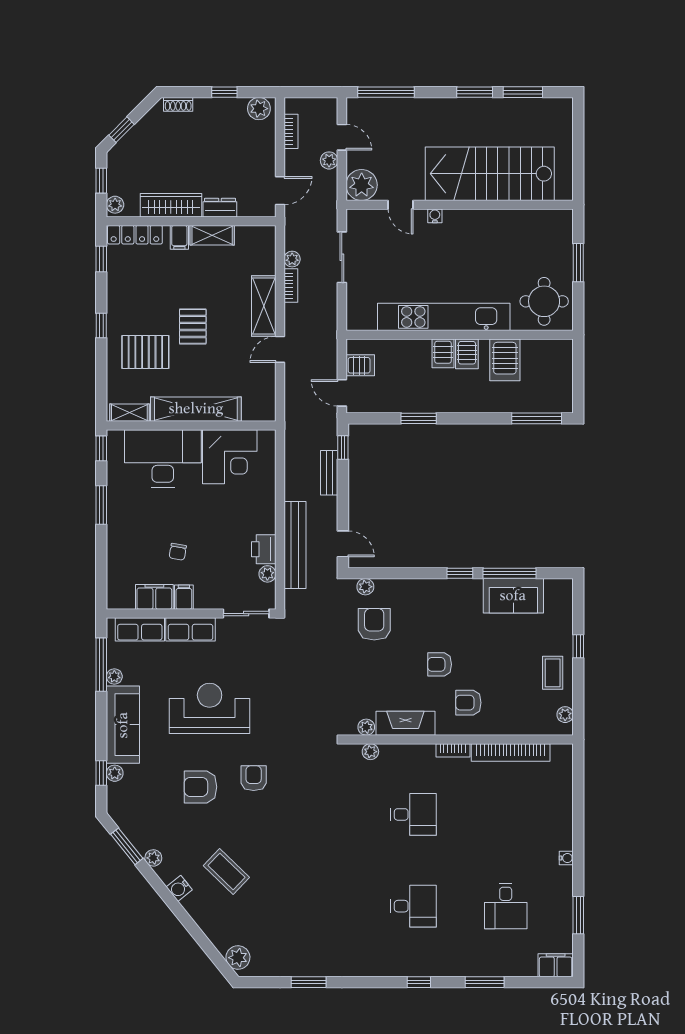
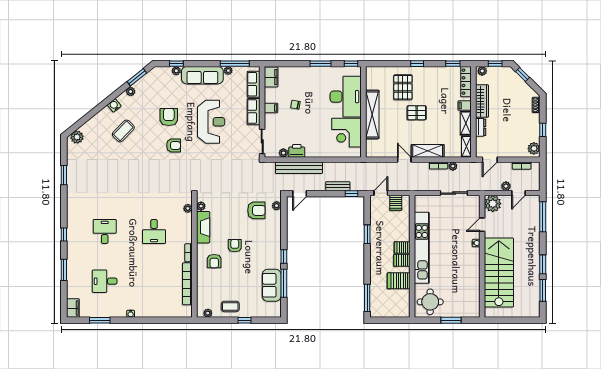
door: (280, 191) -> (490, 160), hinge flipped
shelving: (129, 413) -> (466, 146), moved
filing cabinet: (154, 597) -> (271, 77), moved
armchair: (468, 703) -> (214, 261), turned 180
desk: (413, 906) -> (105, 232), turned 180

